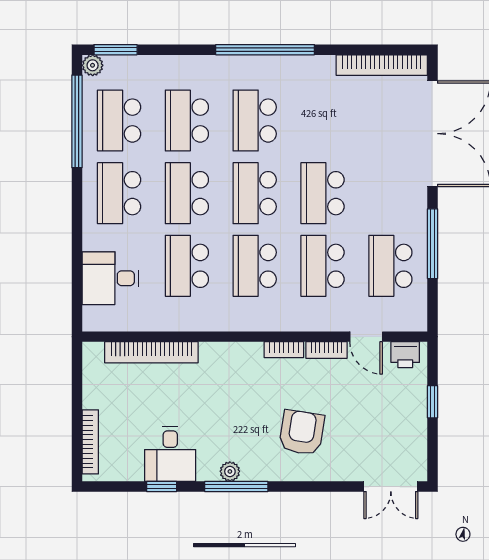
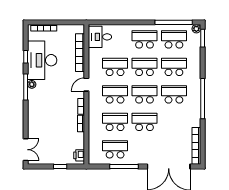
desk: (110, 278) -> (100, 37), moved, turned -90
door: (366, 337) -> (86, 85), moved
armchair: (302, 433) -> (48, 113), removed
desk: (170, 454) -> (42, 60), width x1.87, depth x1.30
double door: (391, 487) -> (26, 150), swing flipped

